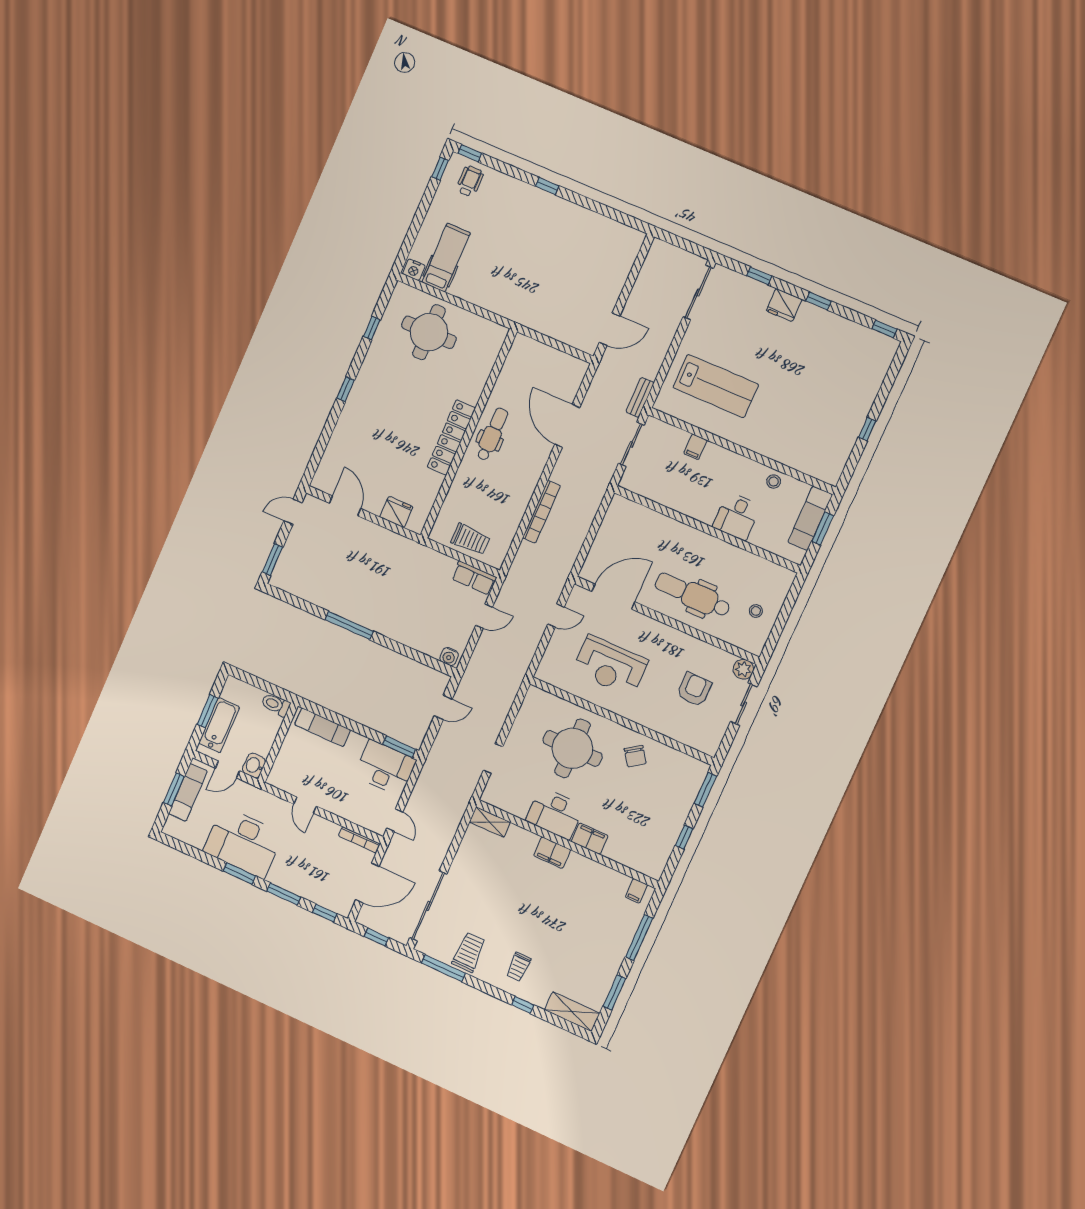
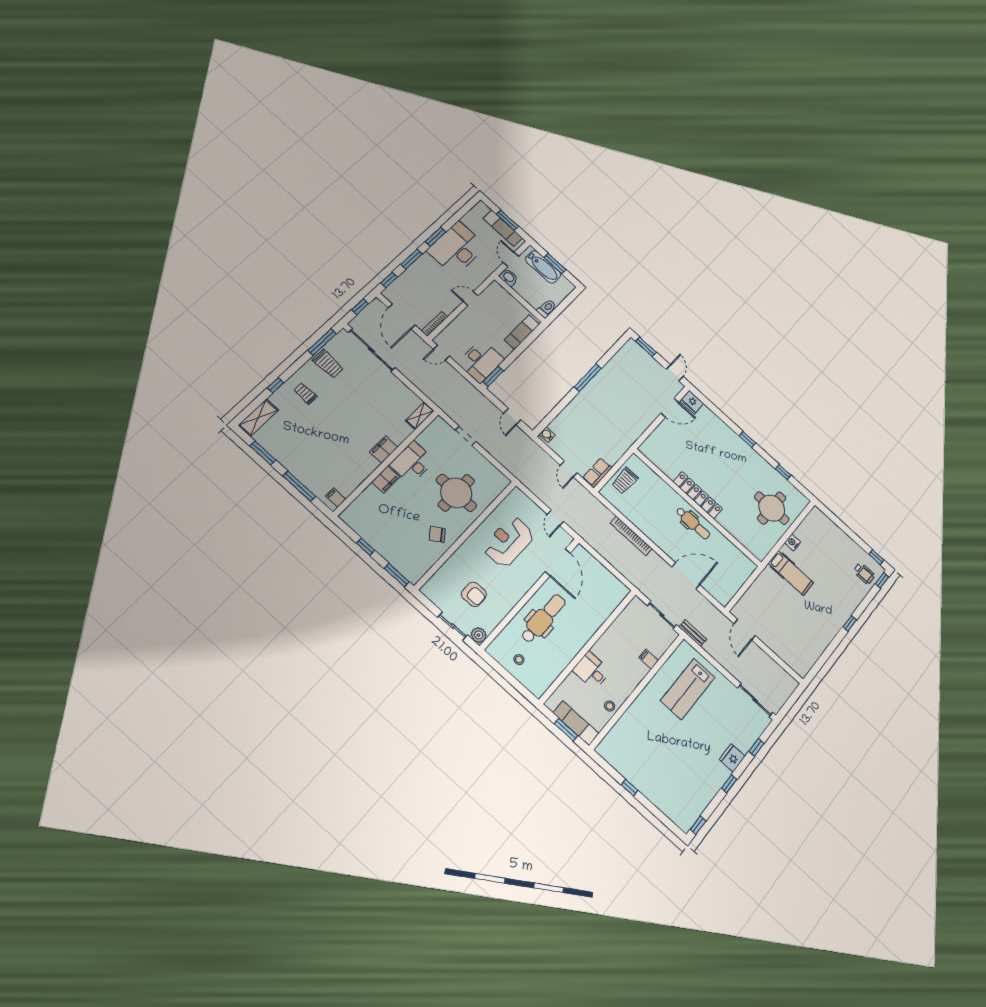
hospital bed: (446, 258) -> (791, 573), moved
nightstand: (414, 270) -> (793, 542), moved
fridge: (396, 512) -> (692, 402), moved, turned 90

